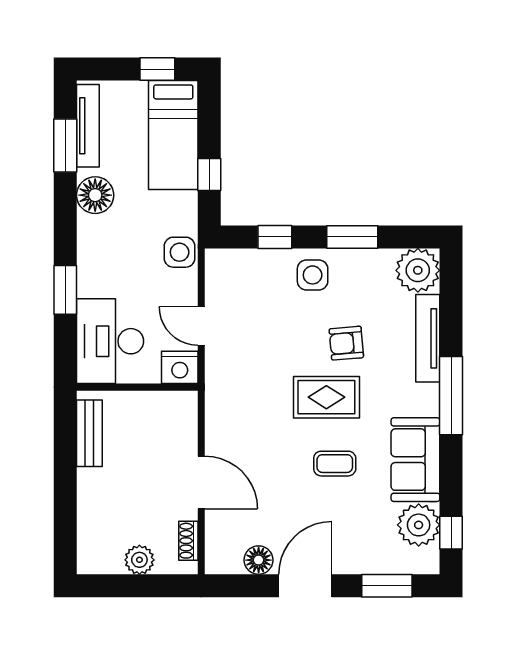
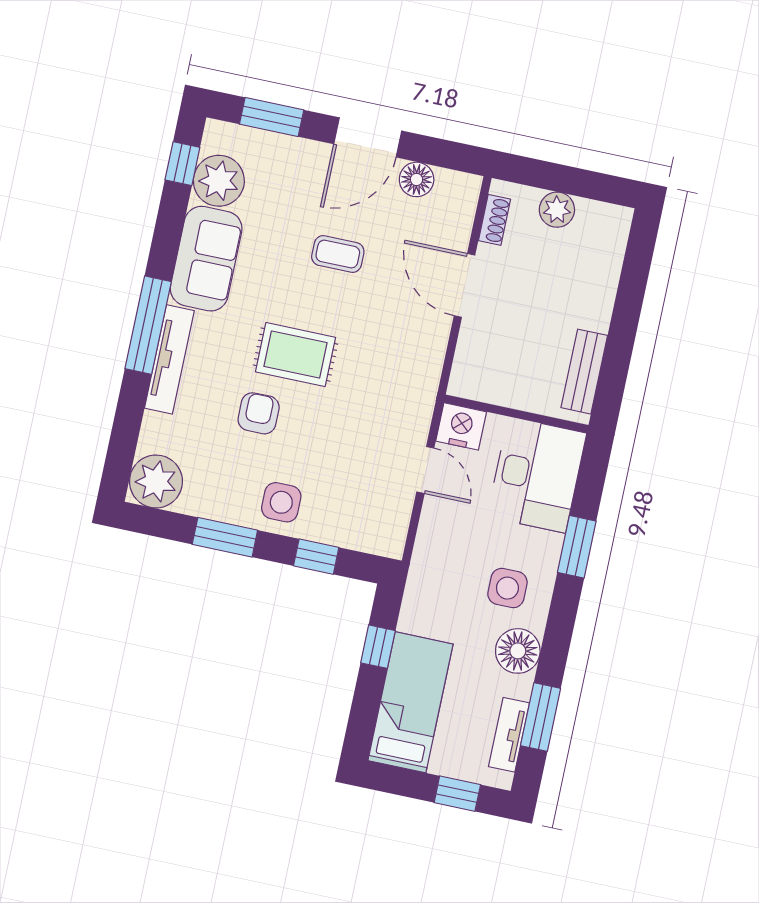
window: (157, 69) -> (457, 794), moved
tv unit: (88, 126) -> (509, 735), width x0.71
side table: (180, 252) -> (507, 588), moved
tv unit: (428, 338) -> (169, 359), moved
armchair: (346, 343) -> (259, 413), turned -85
coffee table: (335, 464) -> (338, 254), moved

